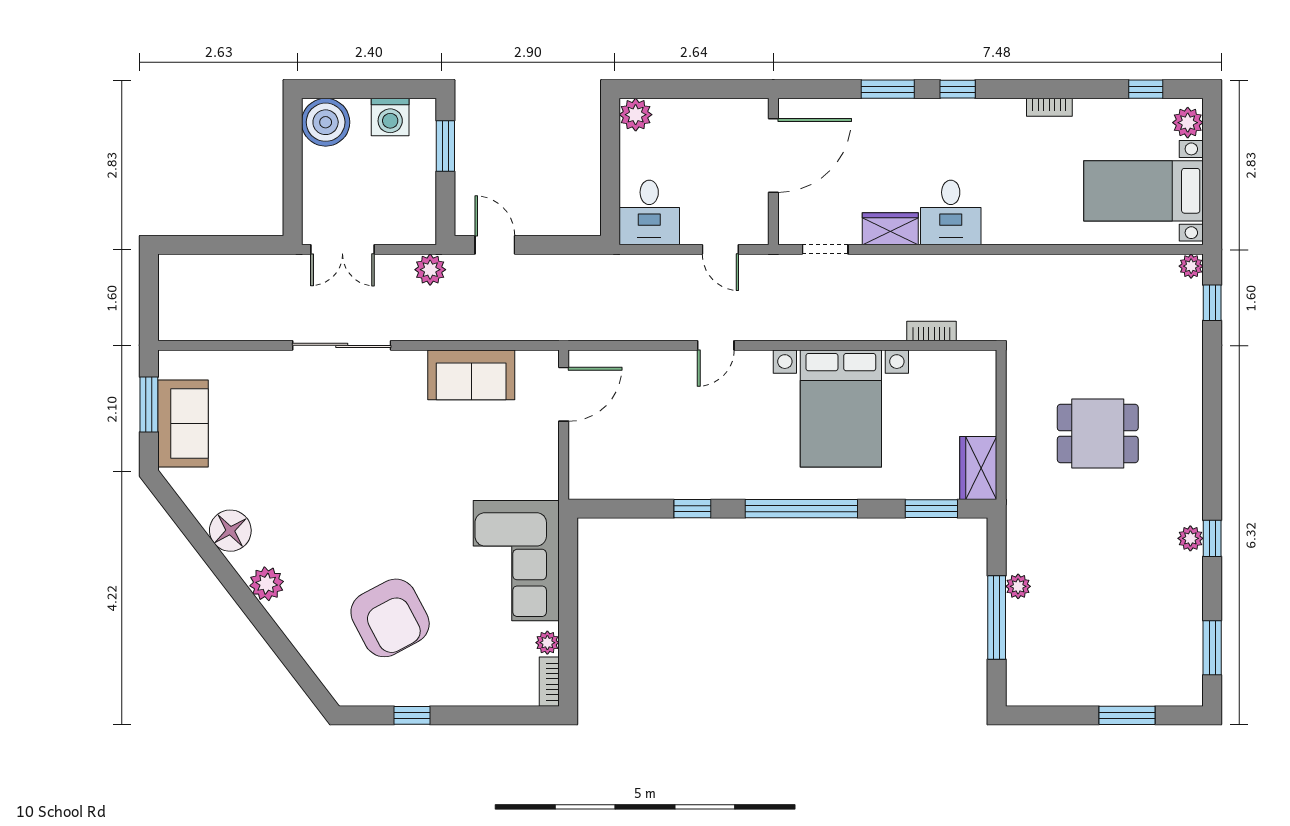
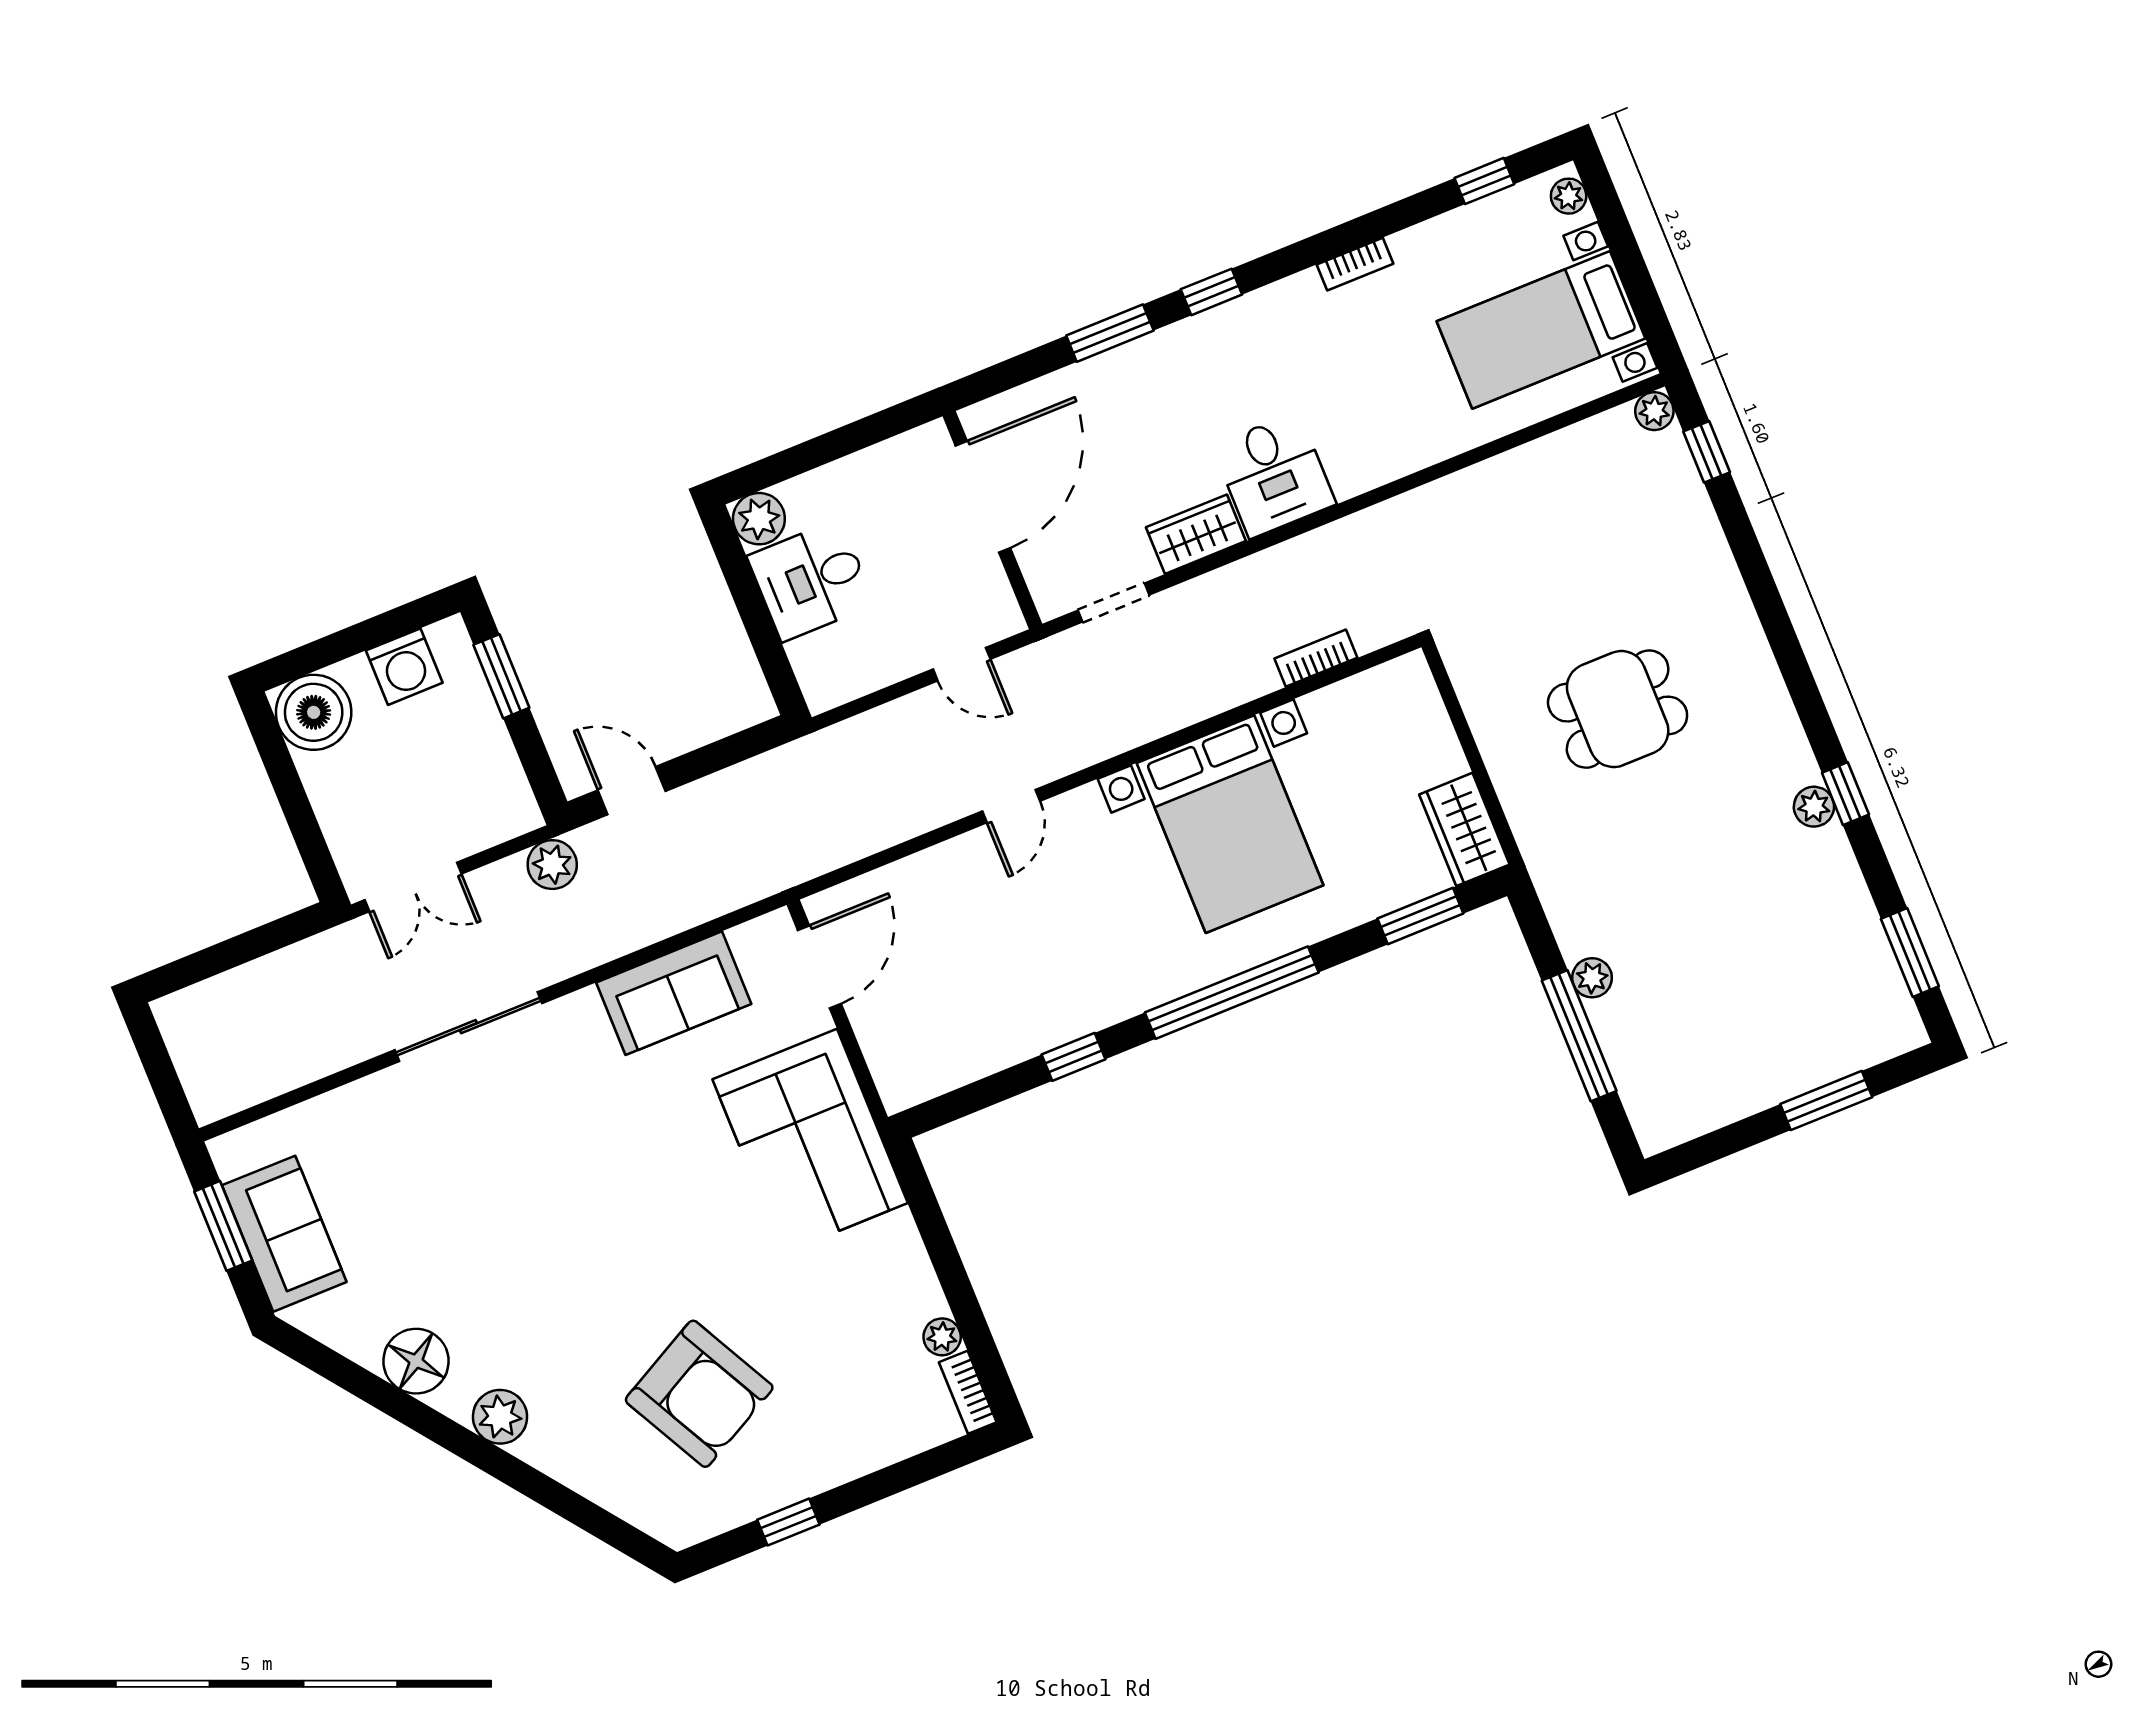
plant: (1188, 123) -> (1569, 196), width x0.73, depth x0.73
desk: (649, 213) -> (811, 580), moved, turned 90
corner sofa: (516, 561) -> (810, 1141), moved

